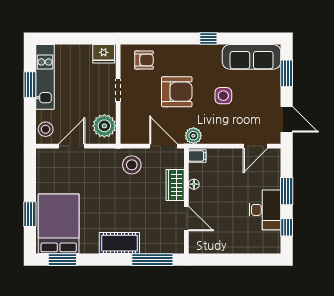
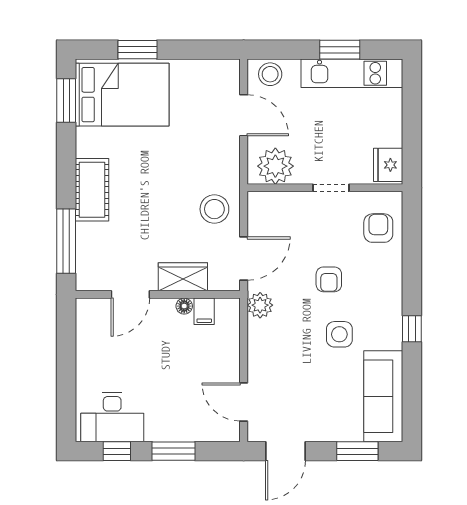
armchair: (144, 60) -> (378, 228), turned 180
armchair: (177, 92) -> (329, 279), width x0.53, depth x0.53
side table: (223, 96) -> (339, 334), moved
filing cabinet: (197, 156) -> (204, 311), moved
desk: (265, 210) -> (112, 417), moved

